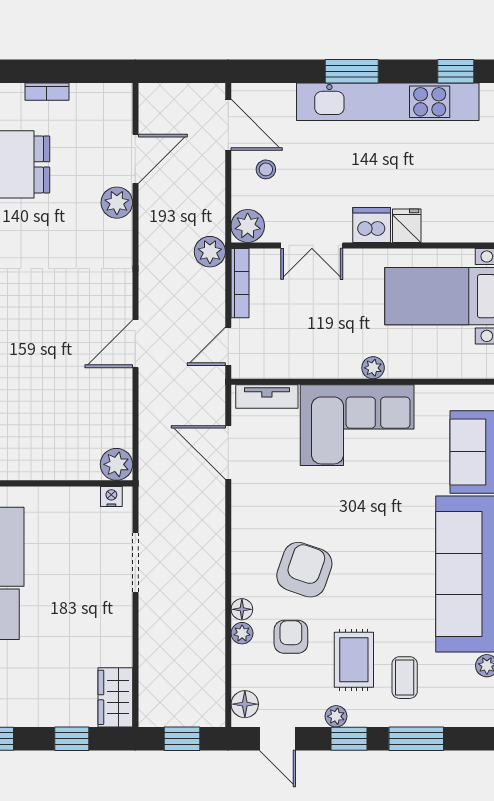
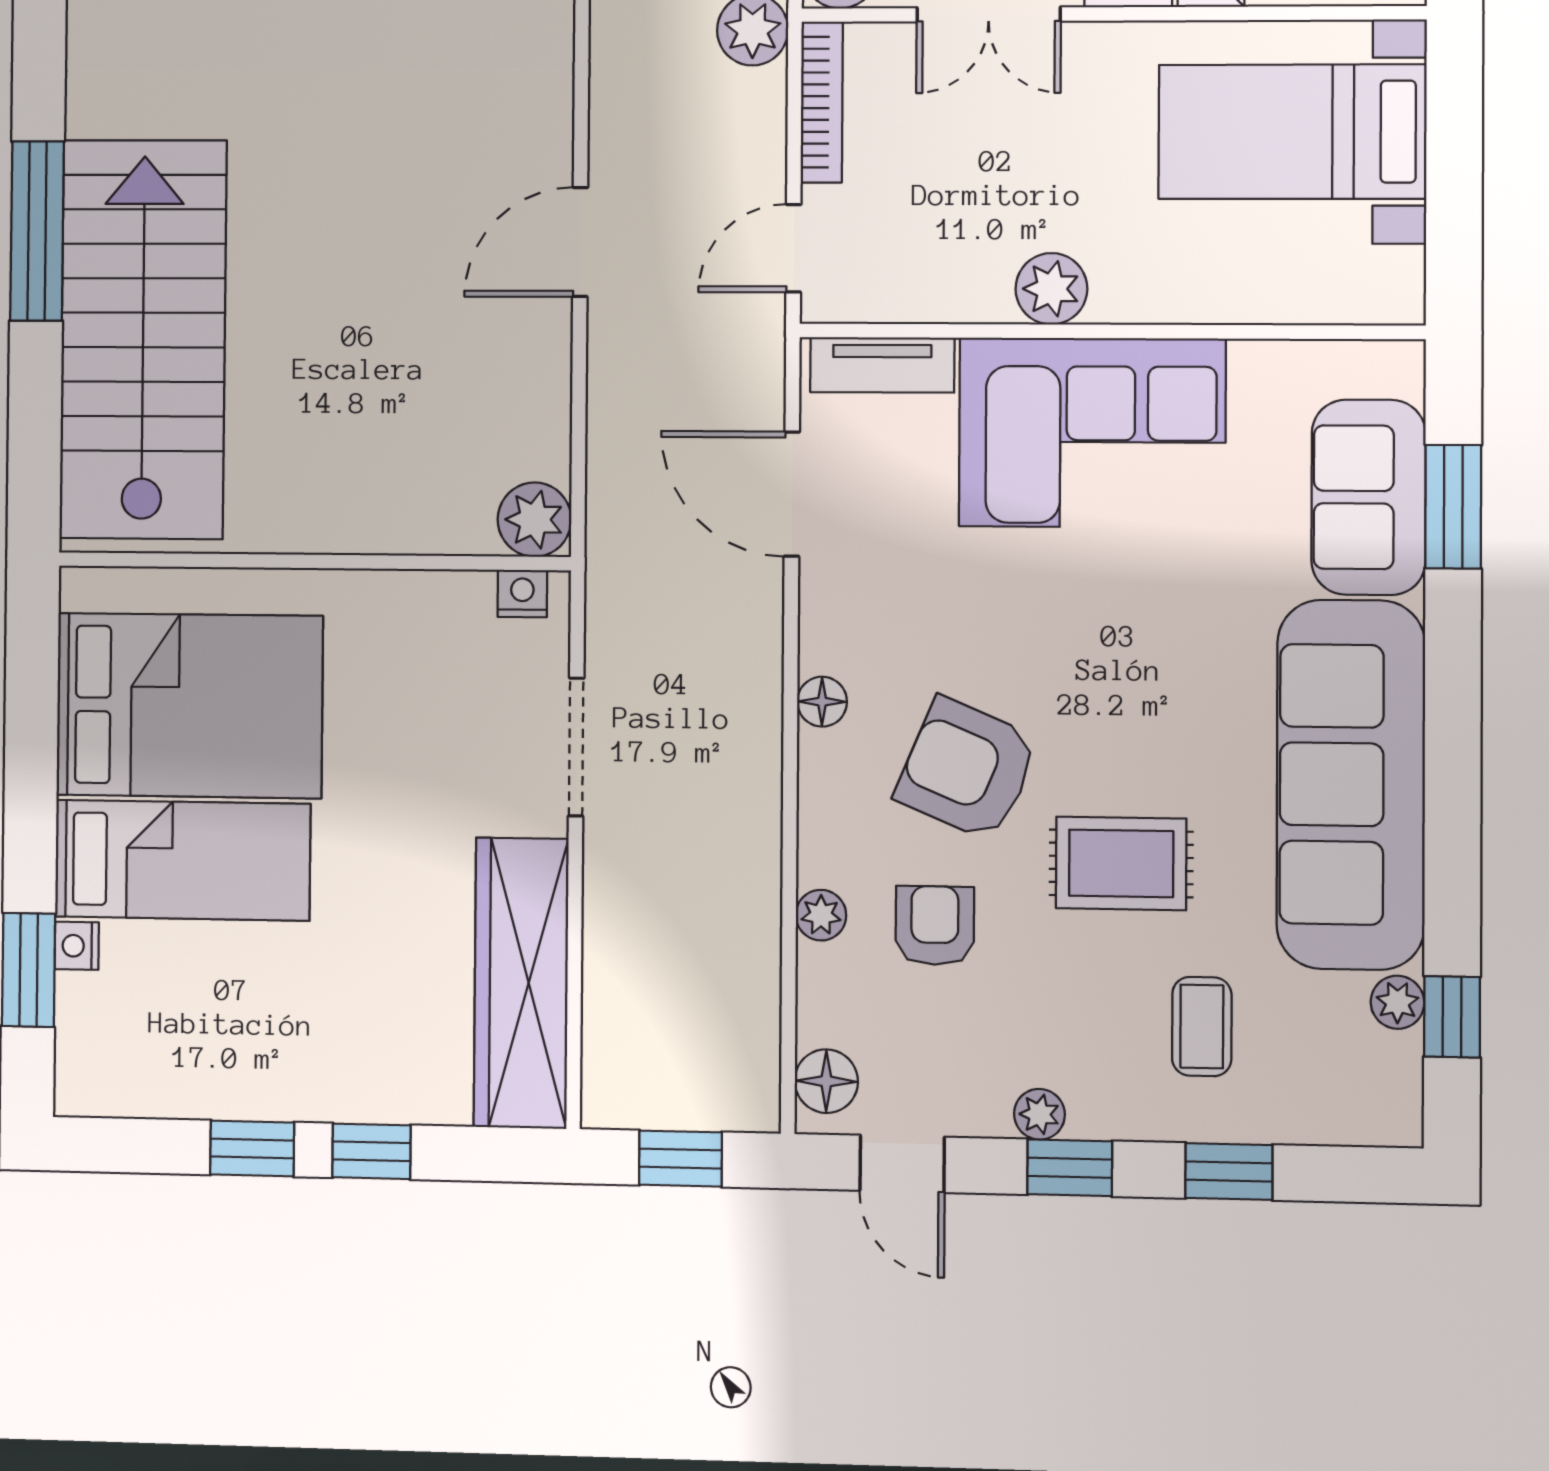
plant: (373, 368) -> (1051, 289), moved, width x1.38, depth x1.38
armchair: (304, 570) -> (967, 769), turned -86
floor lamp: (242, 609) -> (822, 702), moved
rug: (354, 660) -> (1121, 863), moved, turned 90
wardrobe: (115, 697) -> (521, 983), width x2.10, depth x1.17
window: (72, 739) -> (371, 1151), moved
window: (416, 739) -> (1229, 1171), width x0.67

